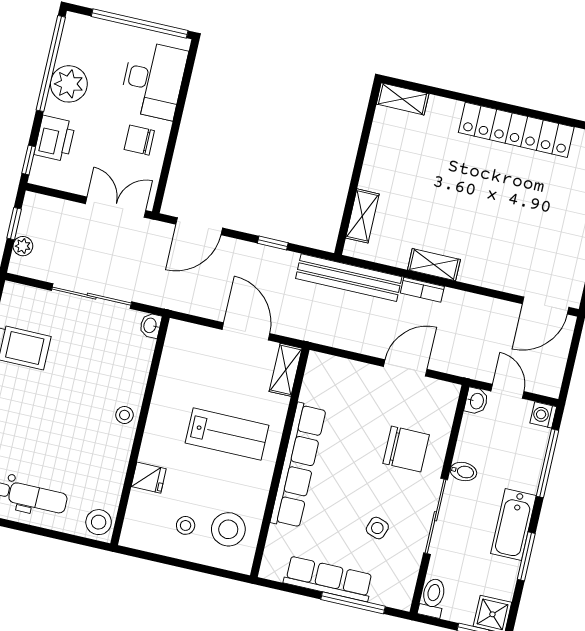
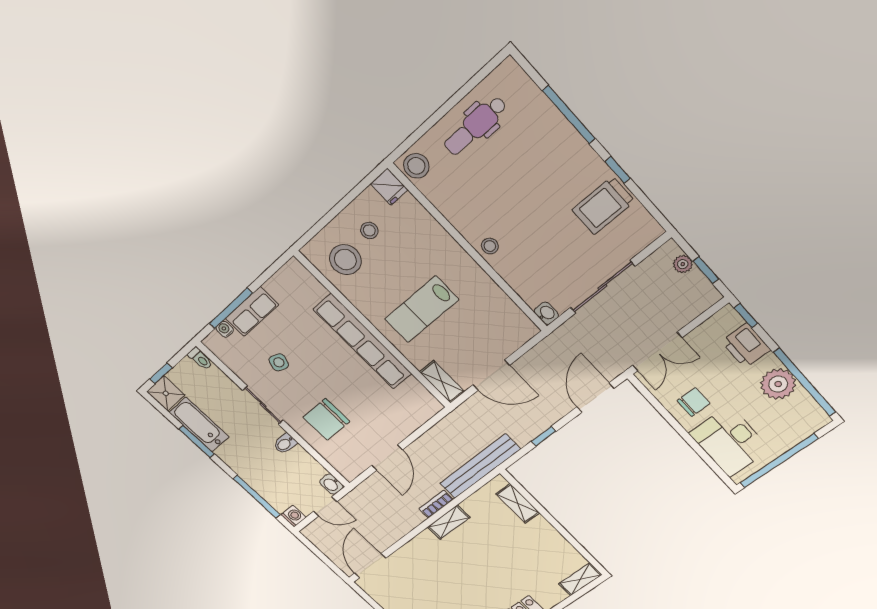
fridge: (149, 478) -> (389, 187), moved, turned -90
sliding door: (436, 516) -> (263, 405), width x0.73
bathtub: (513, 524) -> (199, 425), moved
row of seats: (328, 579) -> (252, 312), width x0.68
water cooler: (379, 597) -> (225, 329), added
toilet: (433, 598) -> (200, 359), width x0.73, depth x0.72

